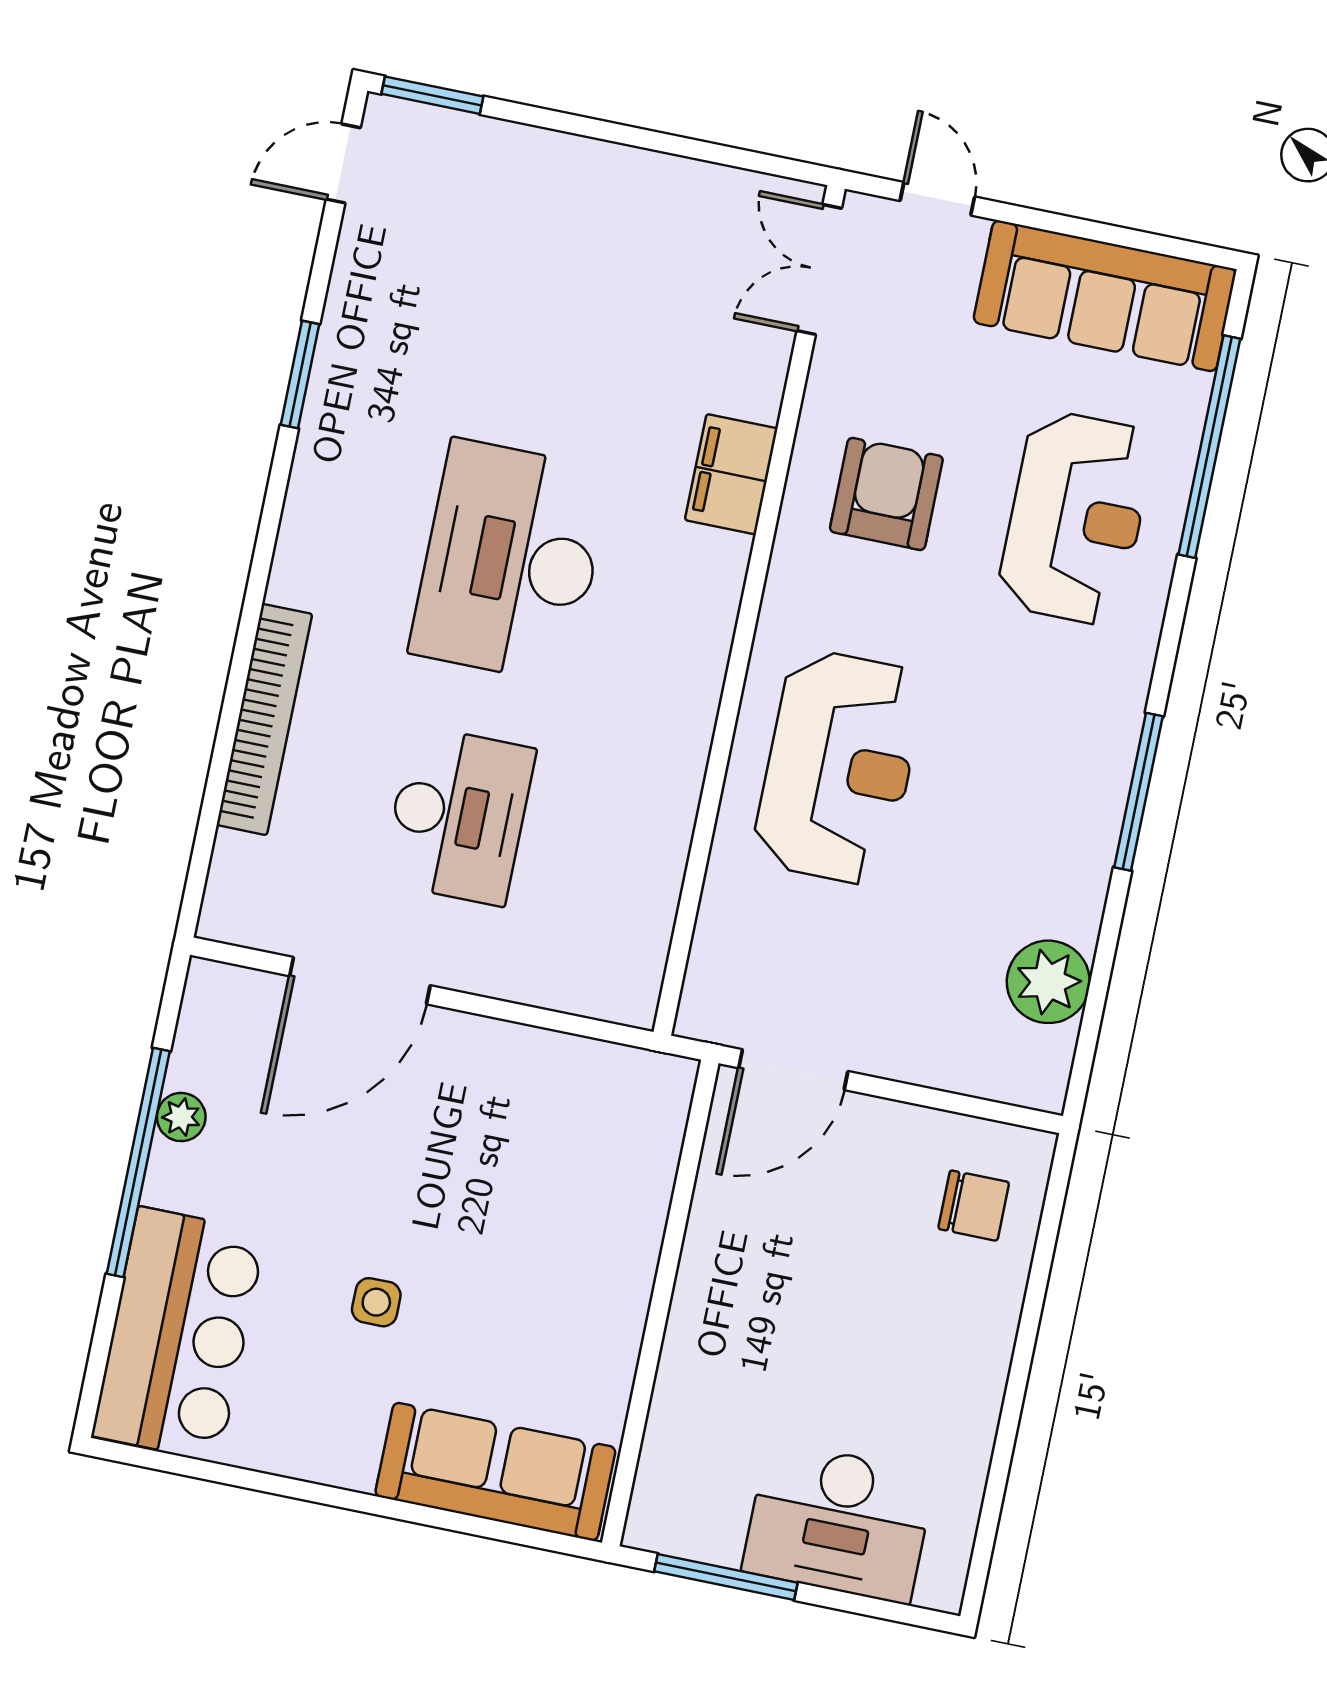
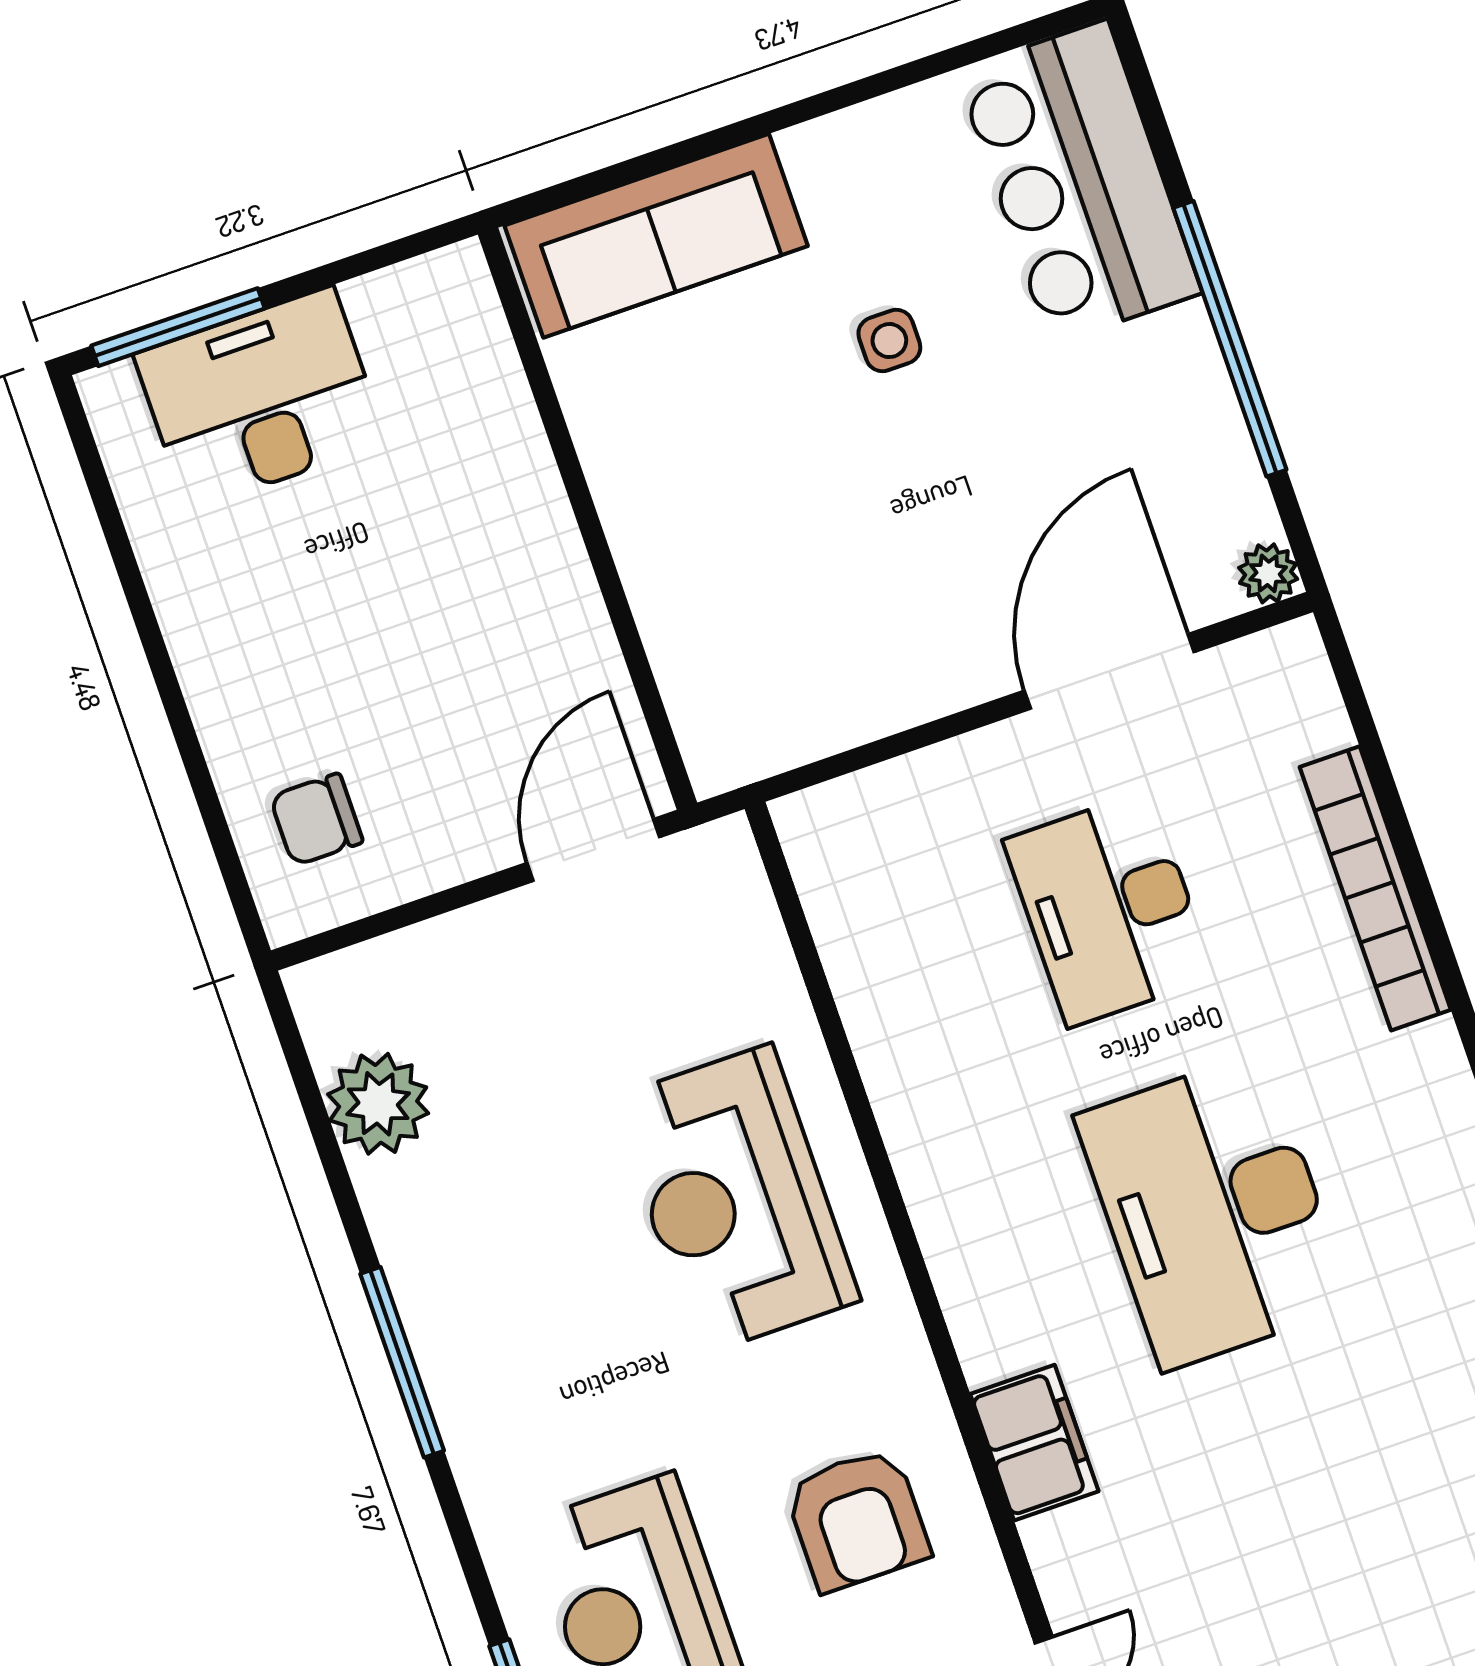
desk: (510, 561) -> (1214, 1211), turned 180
plant: (181, 1117) -> (1268, 573), moved
window: (726, 1577) -> (178, 327), moved

